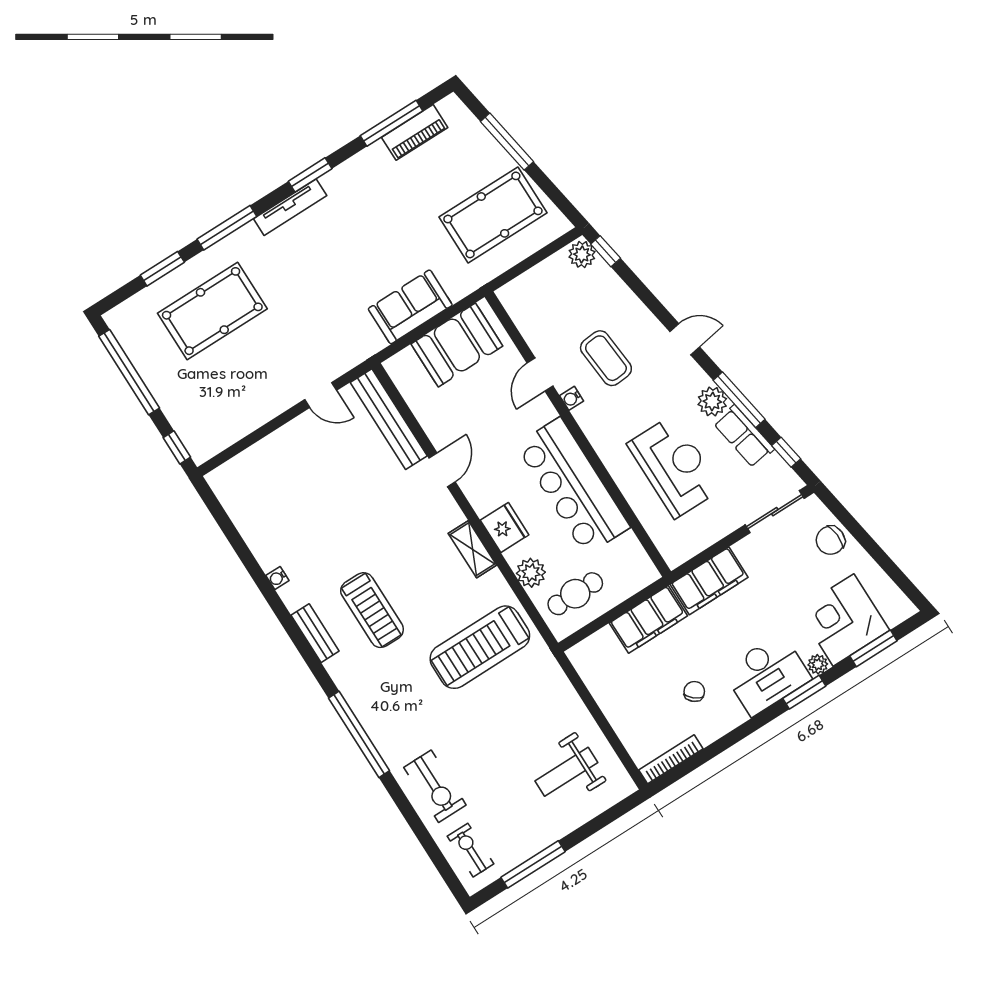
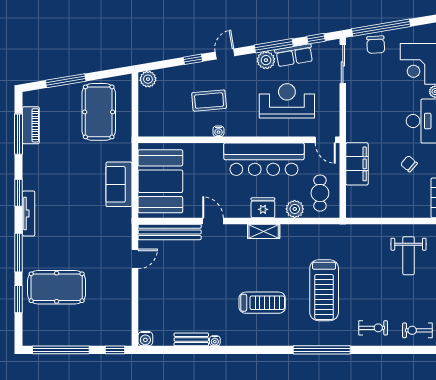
window: (606, 251) -> (193, 59), moved
pool table: (212, 311) -> (57, 287), turned 90
booth: (457, 345) -> (160, 181), width x1.36, depth x1.42
door: (540, 375) -> (325, 140), moved
water cooler: (219, 480) -> (145, 339), added
window: (859, 533) -> (381, 28), added
filing cabinet: (709, 581) -> (357, 120), removed
bench: (315, 633) -> (191, 339), moved
treadmill: (480, 647) -> (324, 290), moved
exercise bike: (435, 786) -> (373, 328), width x0.73, depth x0.72

